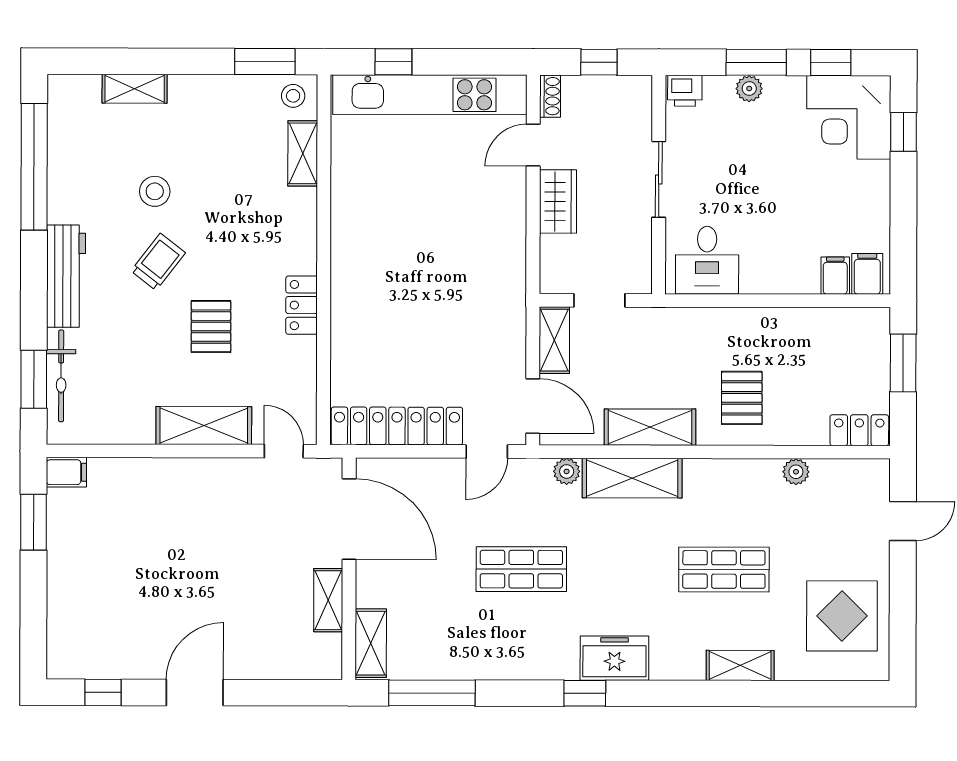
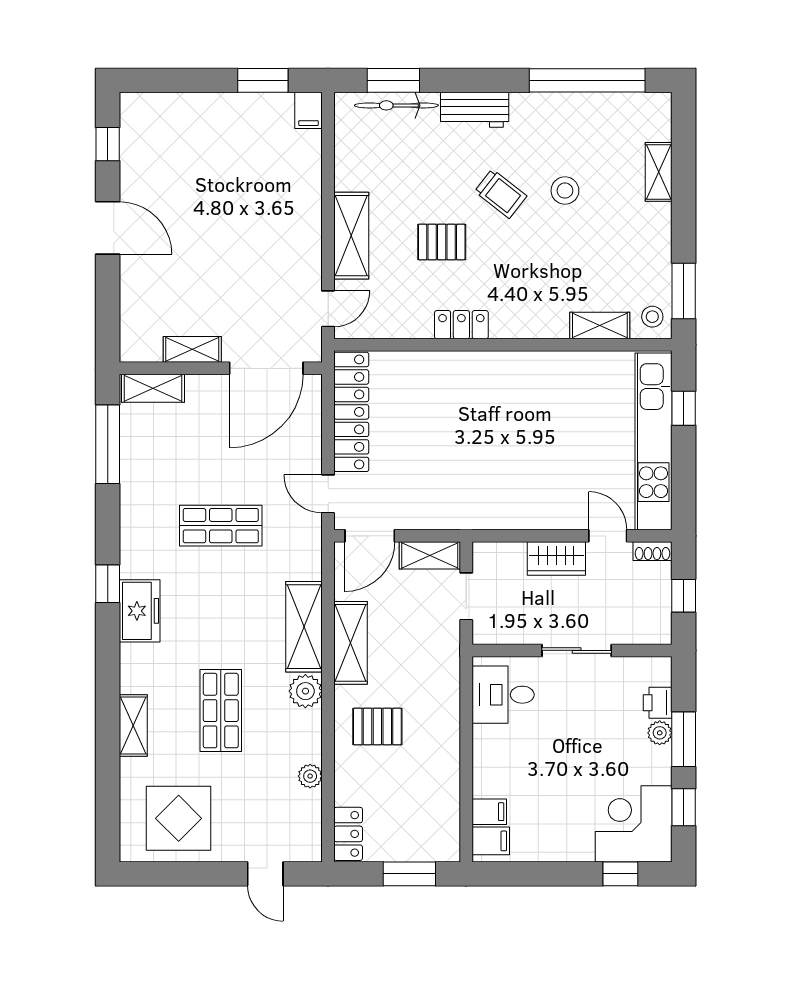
printer: (685, 91) -> (658, 703), moved
workbench: (66, 276) -> (475, 110), width x0.73
plant: (567, 471) -> (305, 691), moved, width x1.38, depth x1.38
shop shelf: (521, 569) -> (221, 526), turned 90

